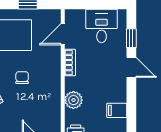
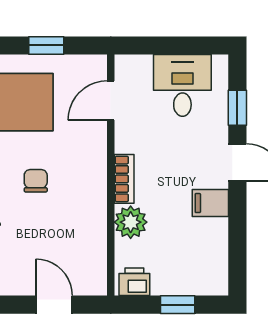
bookcase: (70, 63) -> (124, 179), moved
filing cabinet: (117, 110) -> (210, 203), moved

